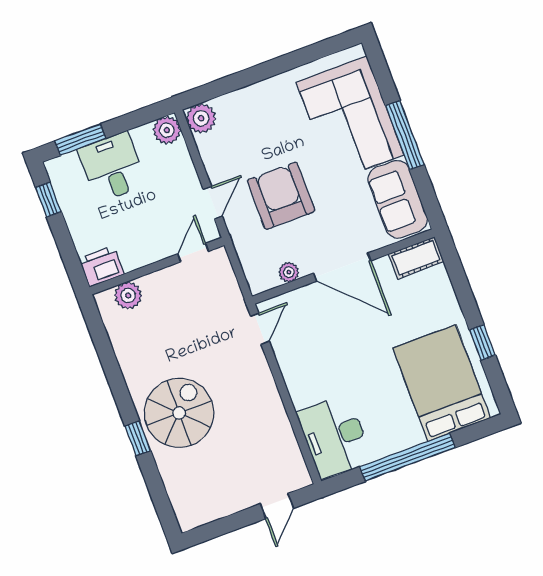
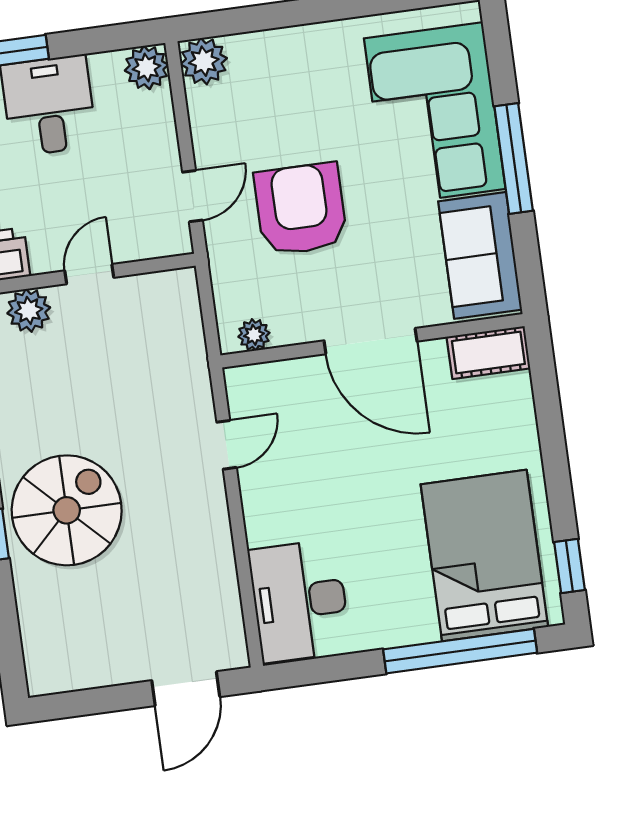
door: (193, 253) -> (89, 274), moved
plant: (289, 272) -> (254, 335), moved
door: (260, 329) -> (227, 445), moved
window: (482, 343) -> (569, 566), moved
window: (407, 457) -> (460, 651), moved
door: (277, 506) -> (186, 689), width x1.37

